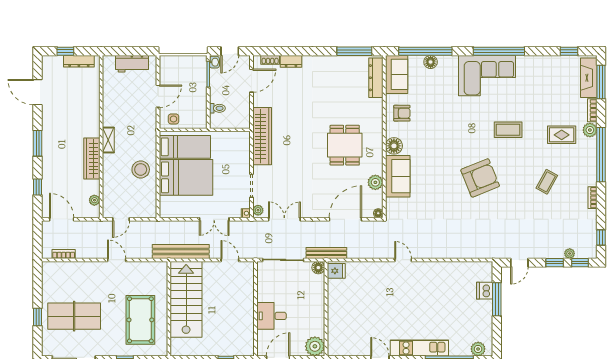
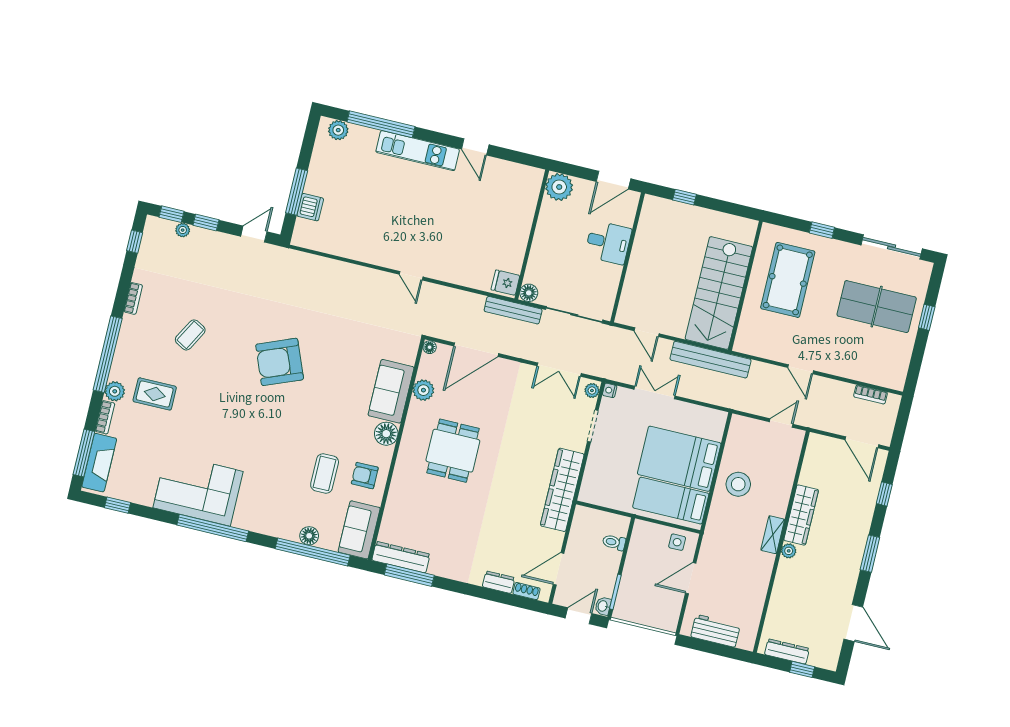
corner sofa: (487, 76) -> (198, 490), moved
dresser: (376, 78) -> (401, 557), moved, turned -90
coffee table: (508, 130) -> (325, 473), moved, turned 90
plant: (94, 200) -> (789, 551), moved

